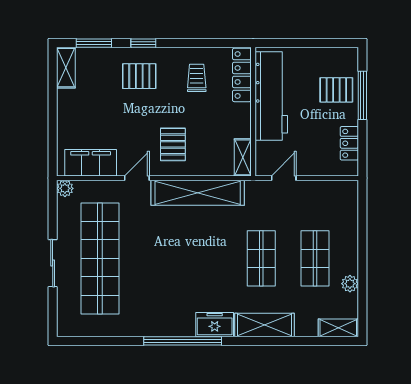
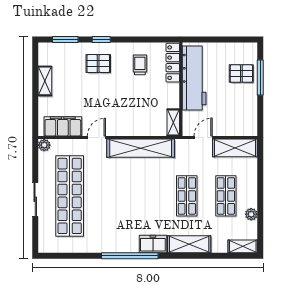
shelving: (66, 68) -> (45, 81), moved
locker: (349, 143) -> (251, 112), removed
pallet: (173, 144) -> (123, 113), removed
shelving: (328, 192) -> (235, 148), added

